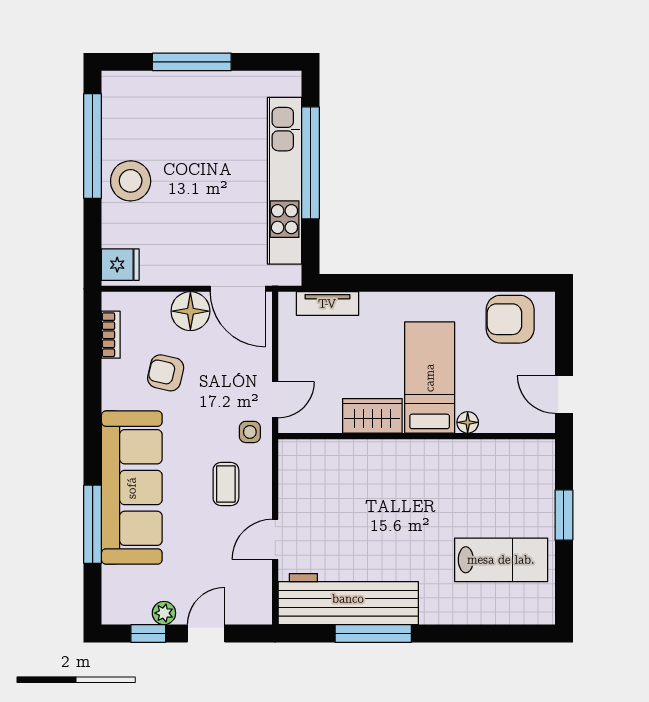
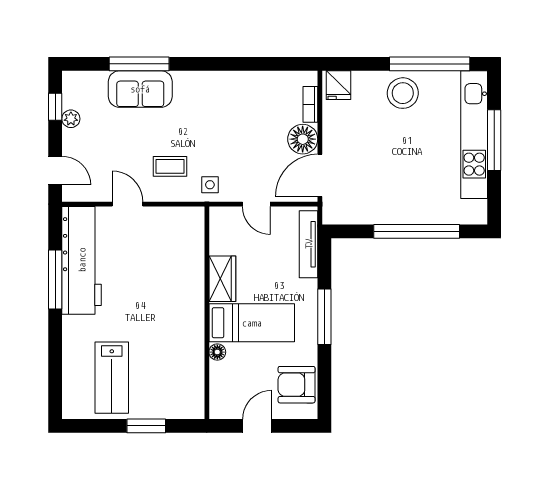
kitchen unit: (284, 181) -> (474, 135), moved, turned -90
window: (422, 283) -> (324, 317), added
tv unit: (327, 304) -> (309, 244), width x1.41
armchair: (510, 319) -> (297, 385), turned -90
bookcase: (111, 335) -> (310, 104), moved, turned 90
armchair: (166, 373) -> (255, 120), removed
door: (564, 395) -> (257, 426), moved
door: (275, 400) -> (256, 204), moved
sofa: (132, 488) -> (140, 89), width x0.54, depth x0.79
door: (206, 633) -> (55, 170), moved

